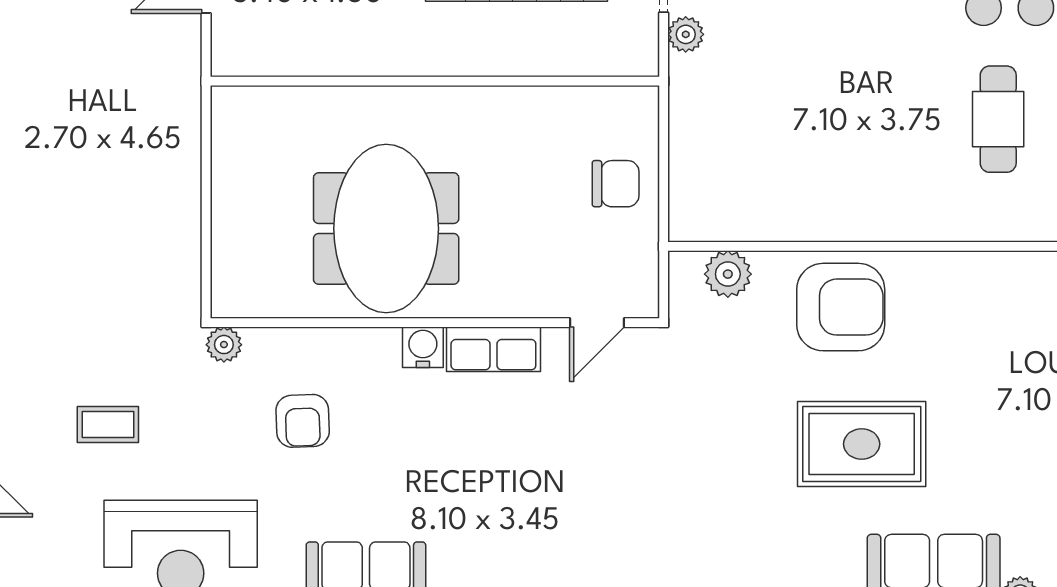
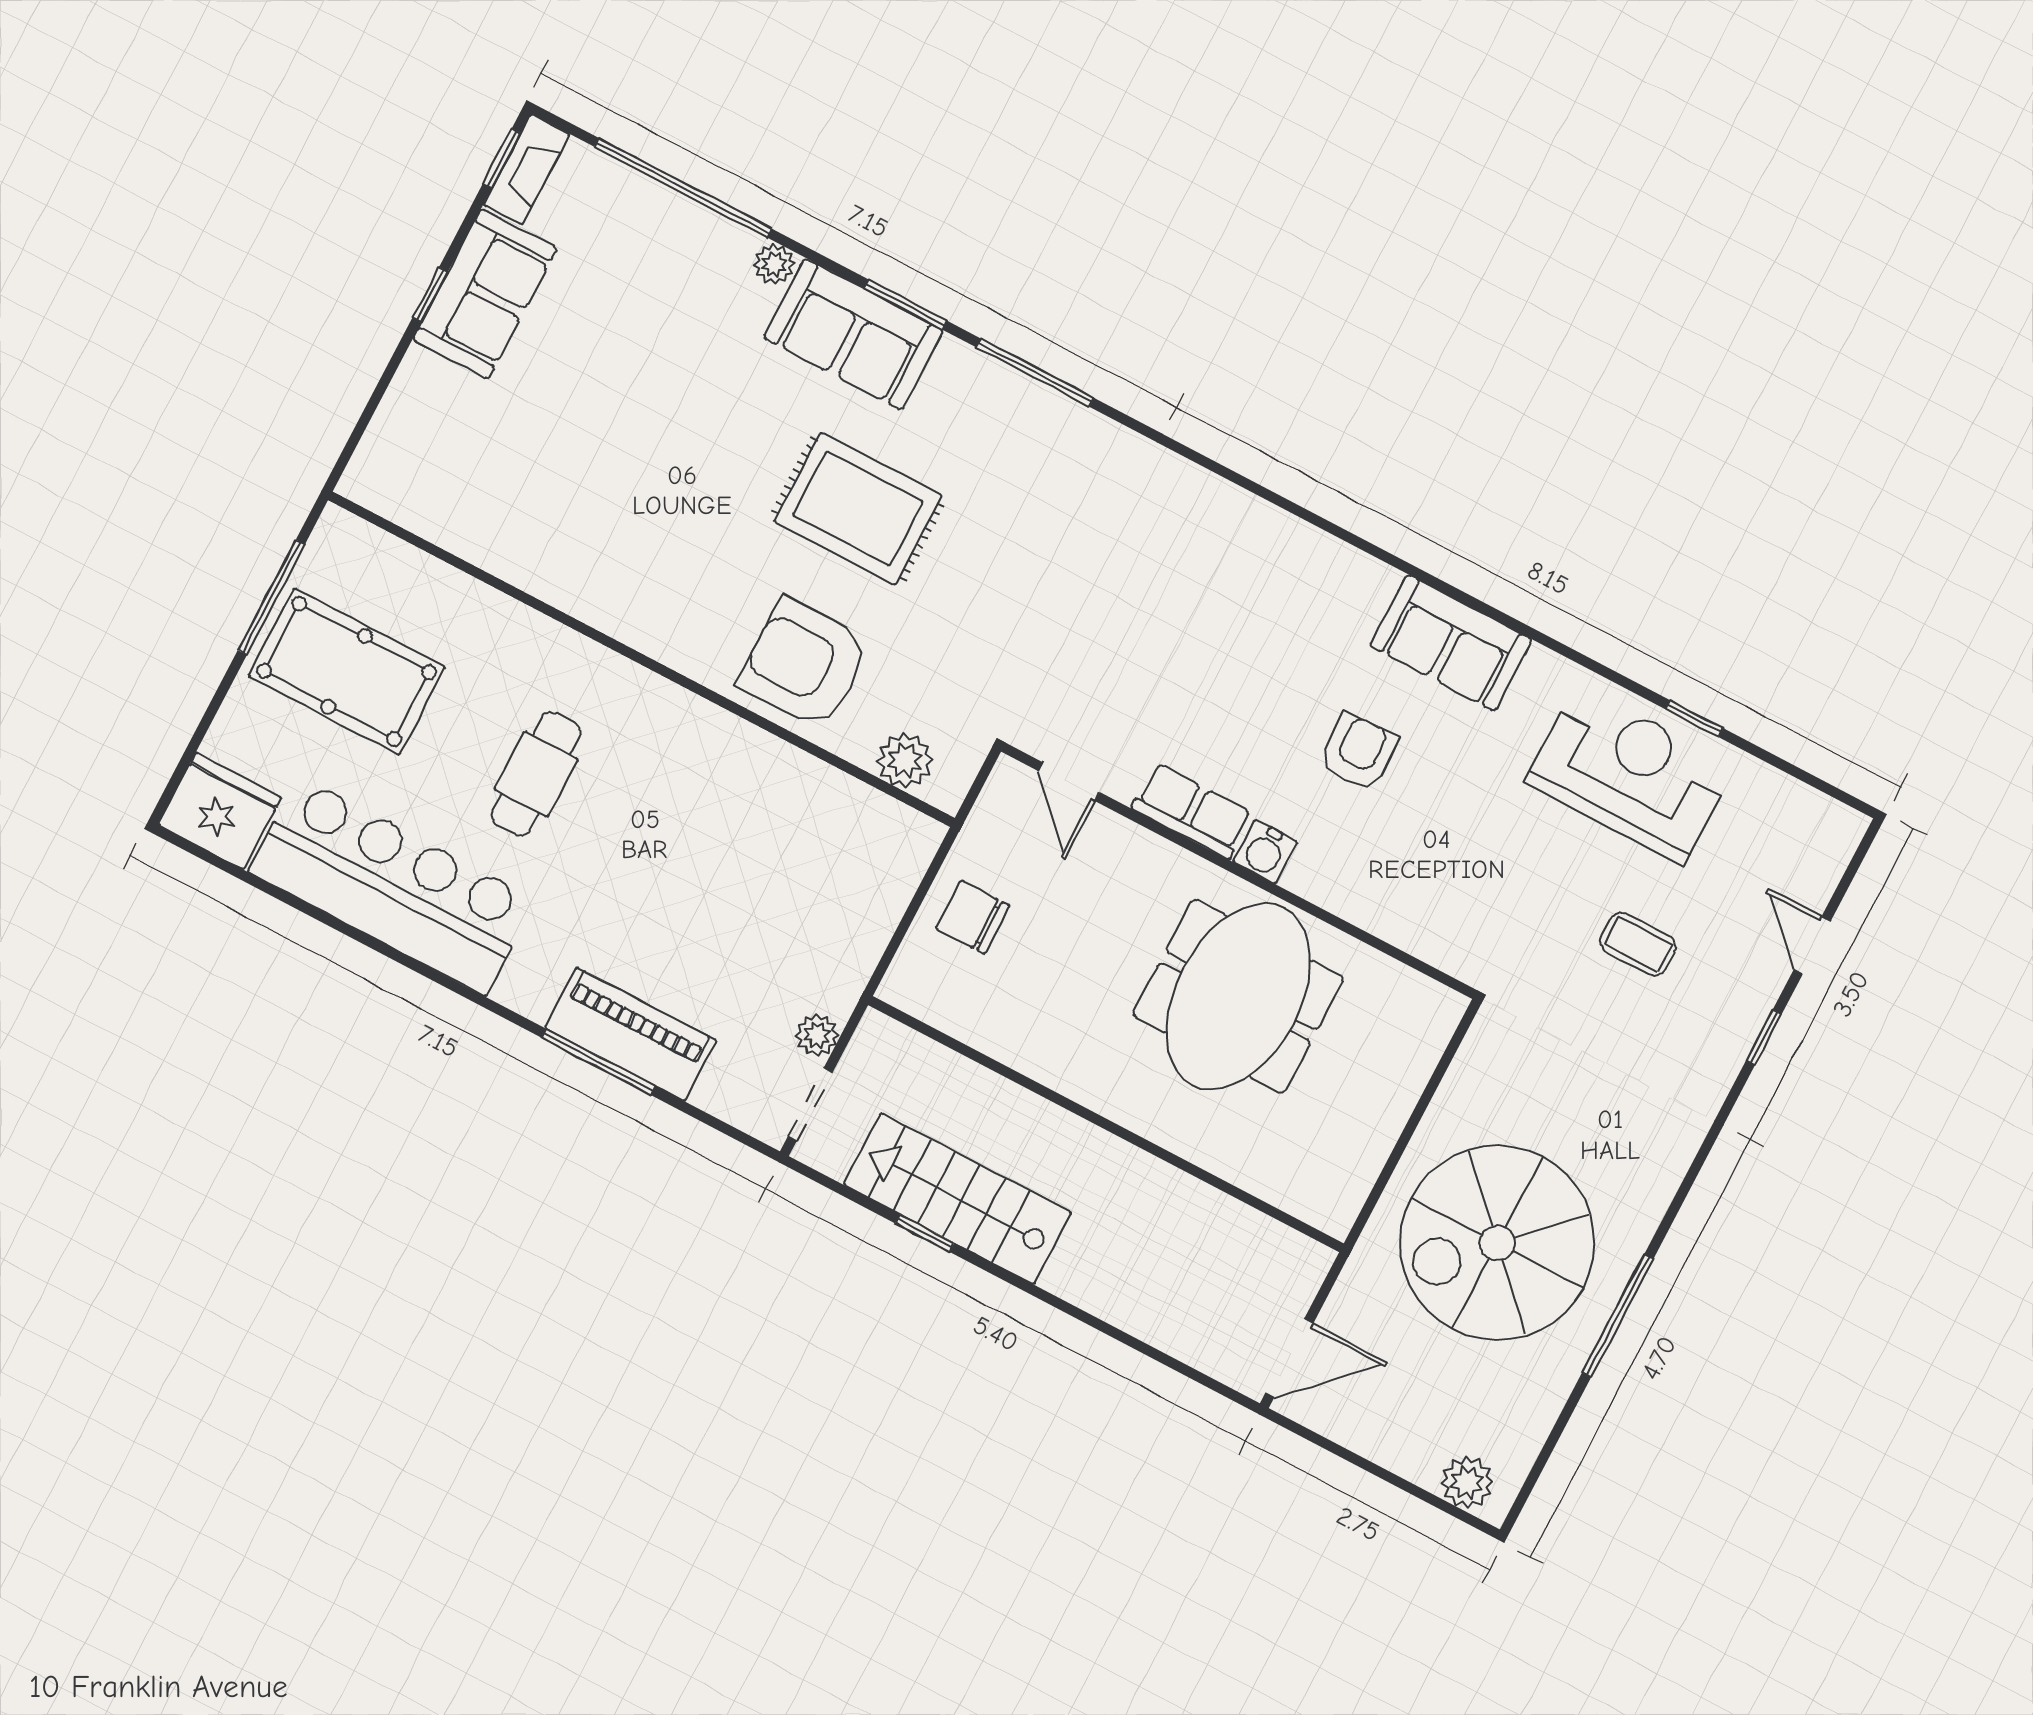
spiral stairs: (96, 146) -> (1497, 1243), added
door: (597, 323) -> (1069, 782), swing flipped
plant: (224, 345) -> (1472, 964), removed
armchair: (303, 421) -> (1359, 752), moved

